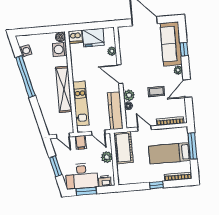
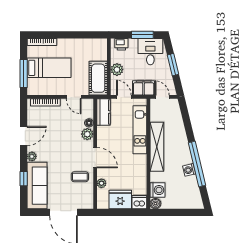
washing machine: (25, 51) -> (189, 170), moved
coffee table: (156, 91) -> (80, 177), moved
kitchen counter: (115, 111) -> (103, 112), width x0.67
filing cabinet: (81, 142) -> (144, 88), width x2.00
desk: (82, 176) -> (150, 52), width x0.73
window: (156, 185) -> (66, 35), removed

